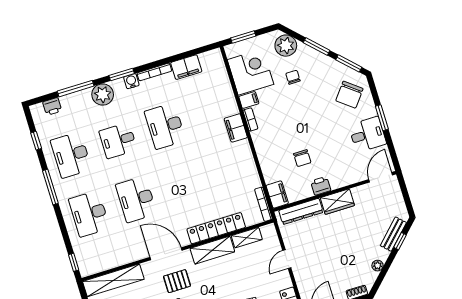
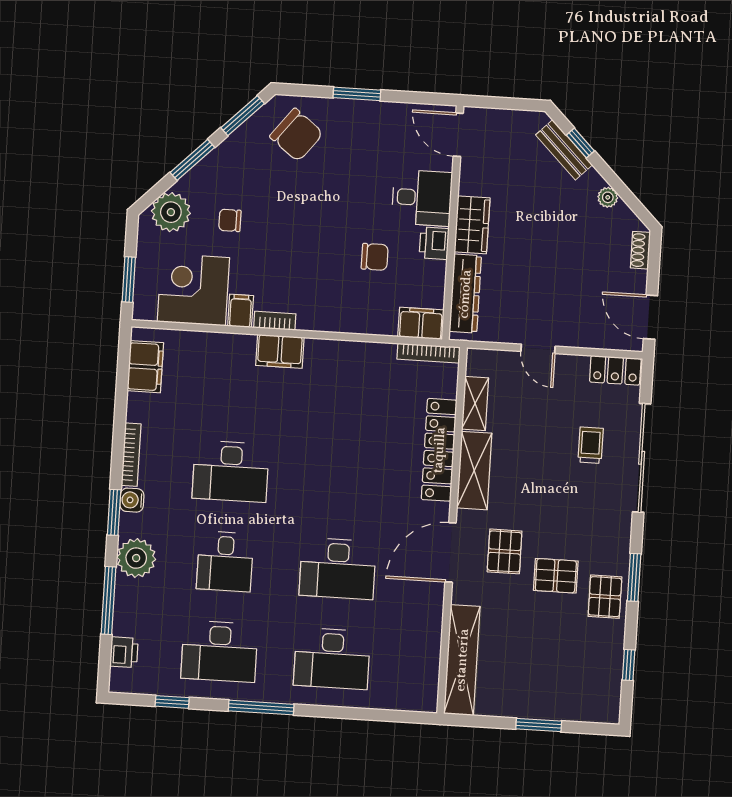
filing cabinet: (186, 67) -> (145, 367), moved
desk: (367, 134) -> (422, 198), moved, turned 90
window: (74, 262) -> (405, 717), removed

